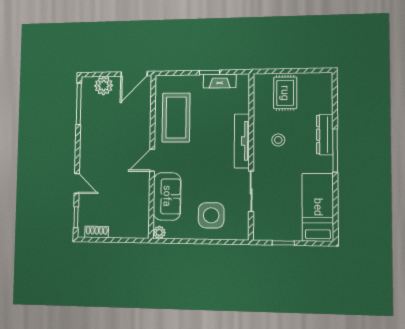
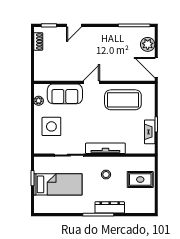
door: (152, 160) -> (91, 82), hinge flipped
bed: (318, 207) -> (58, 184), moved
plant: (159, 232) -> (39, 101), moved

